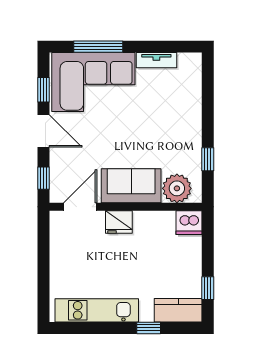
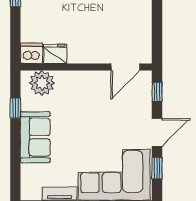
door: (44, 131) -> (157, 132), swing flipped
sofa: (131, 186) -> (35, 137), moved, turned -90
fridge: (119, 222) -> (55, 54), moved

